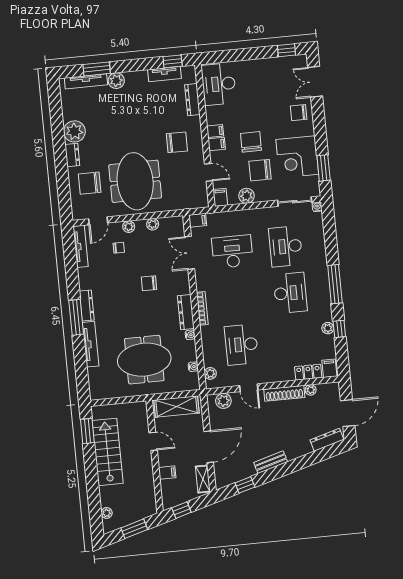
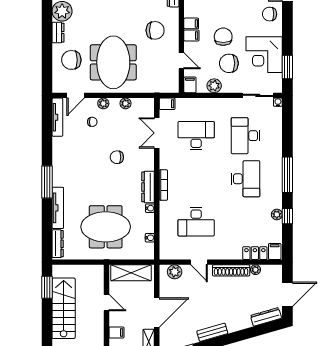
dresser: (87, 306) -> (58, 244), moved
desk: (241, 345) -> (196, 222), turned -90
plant: (210, 373) -> (165, 245), removed

